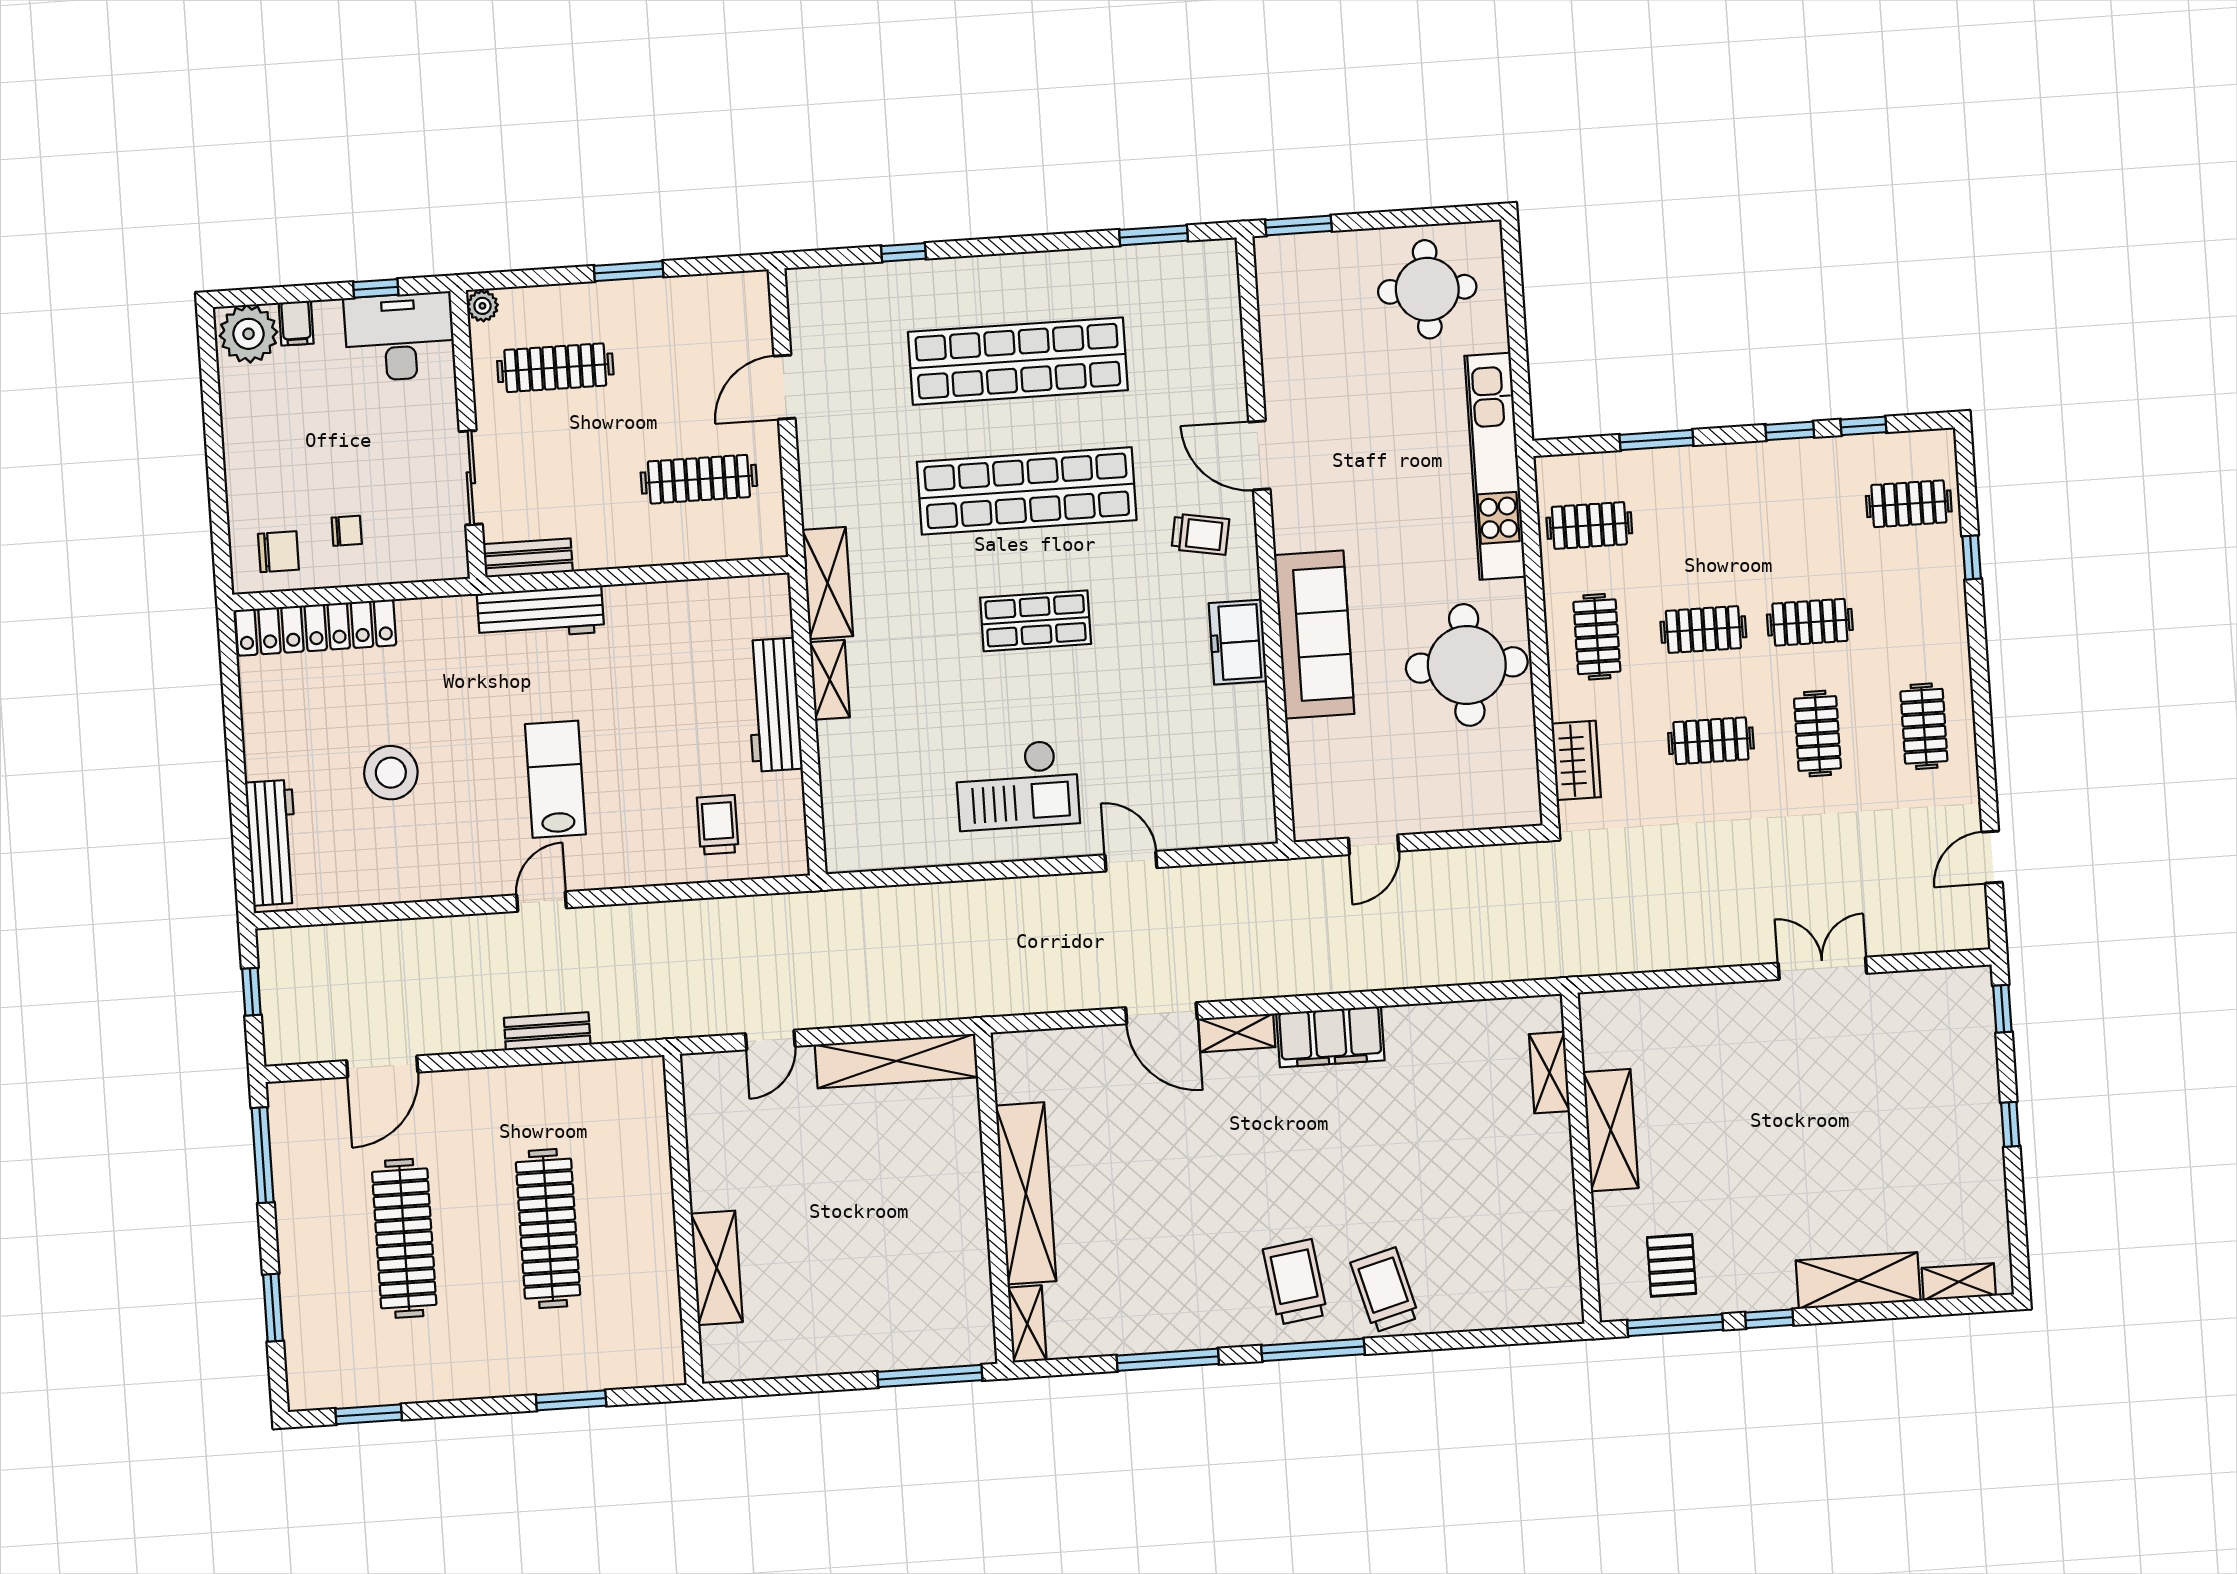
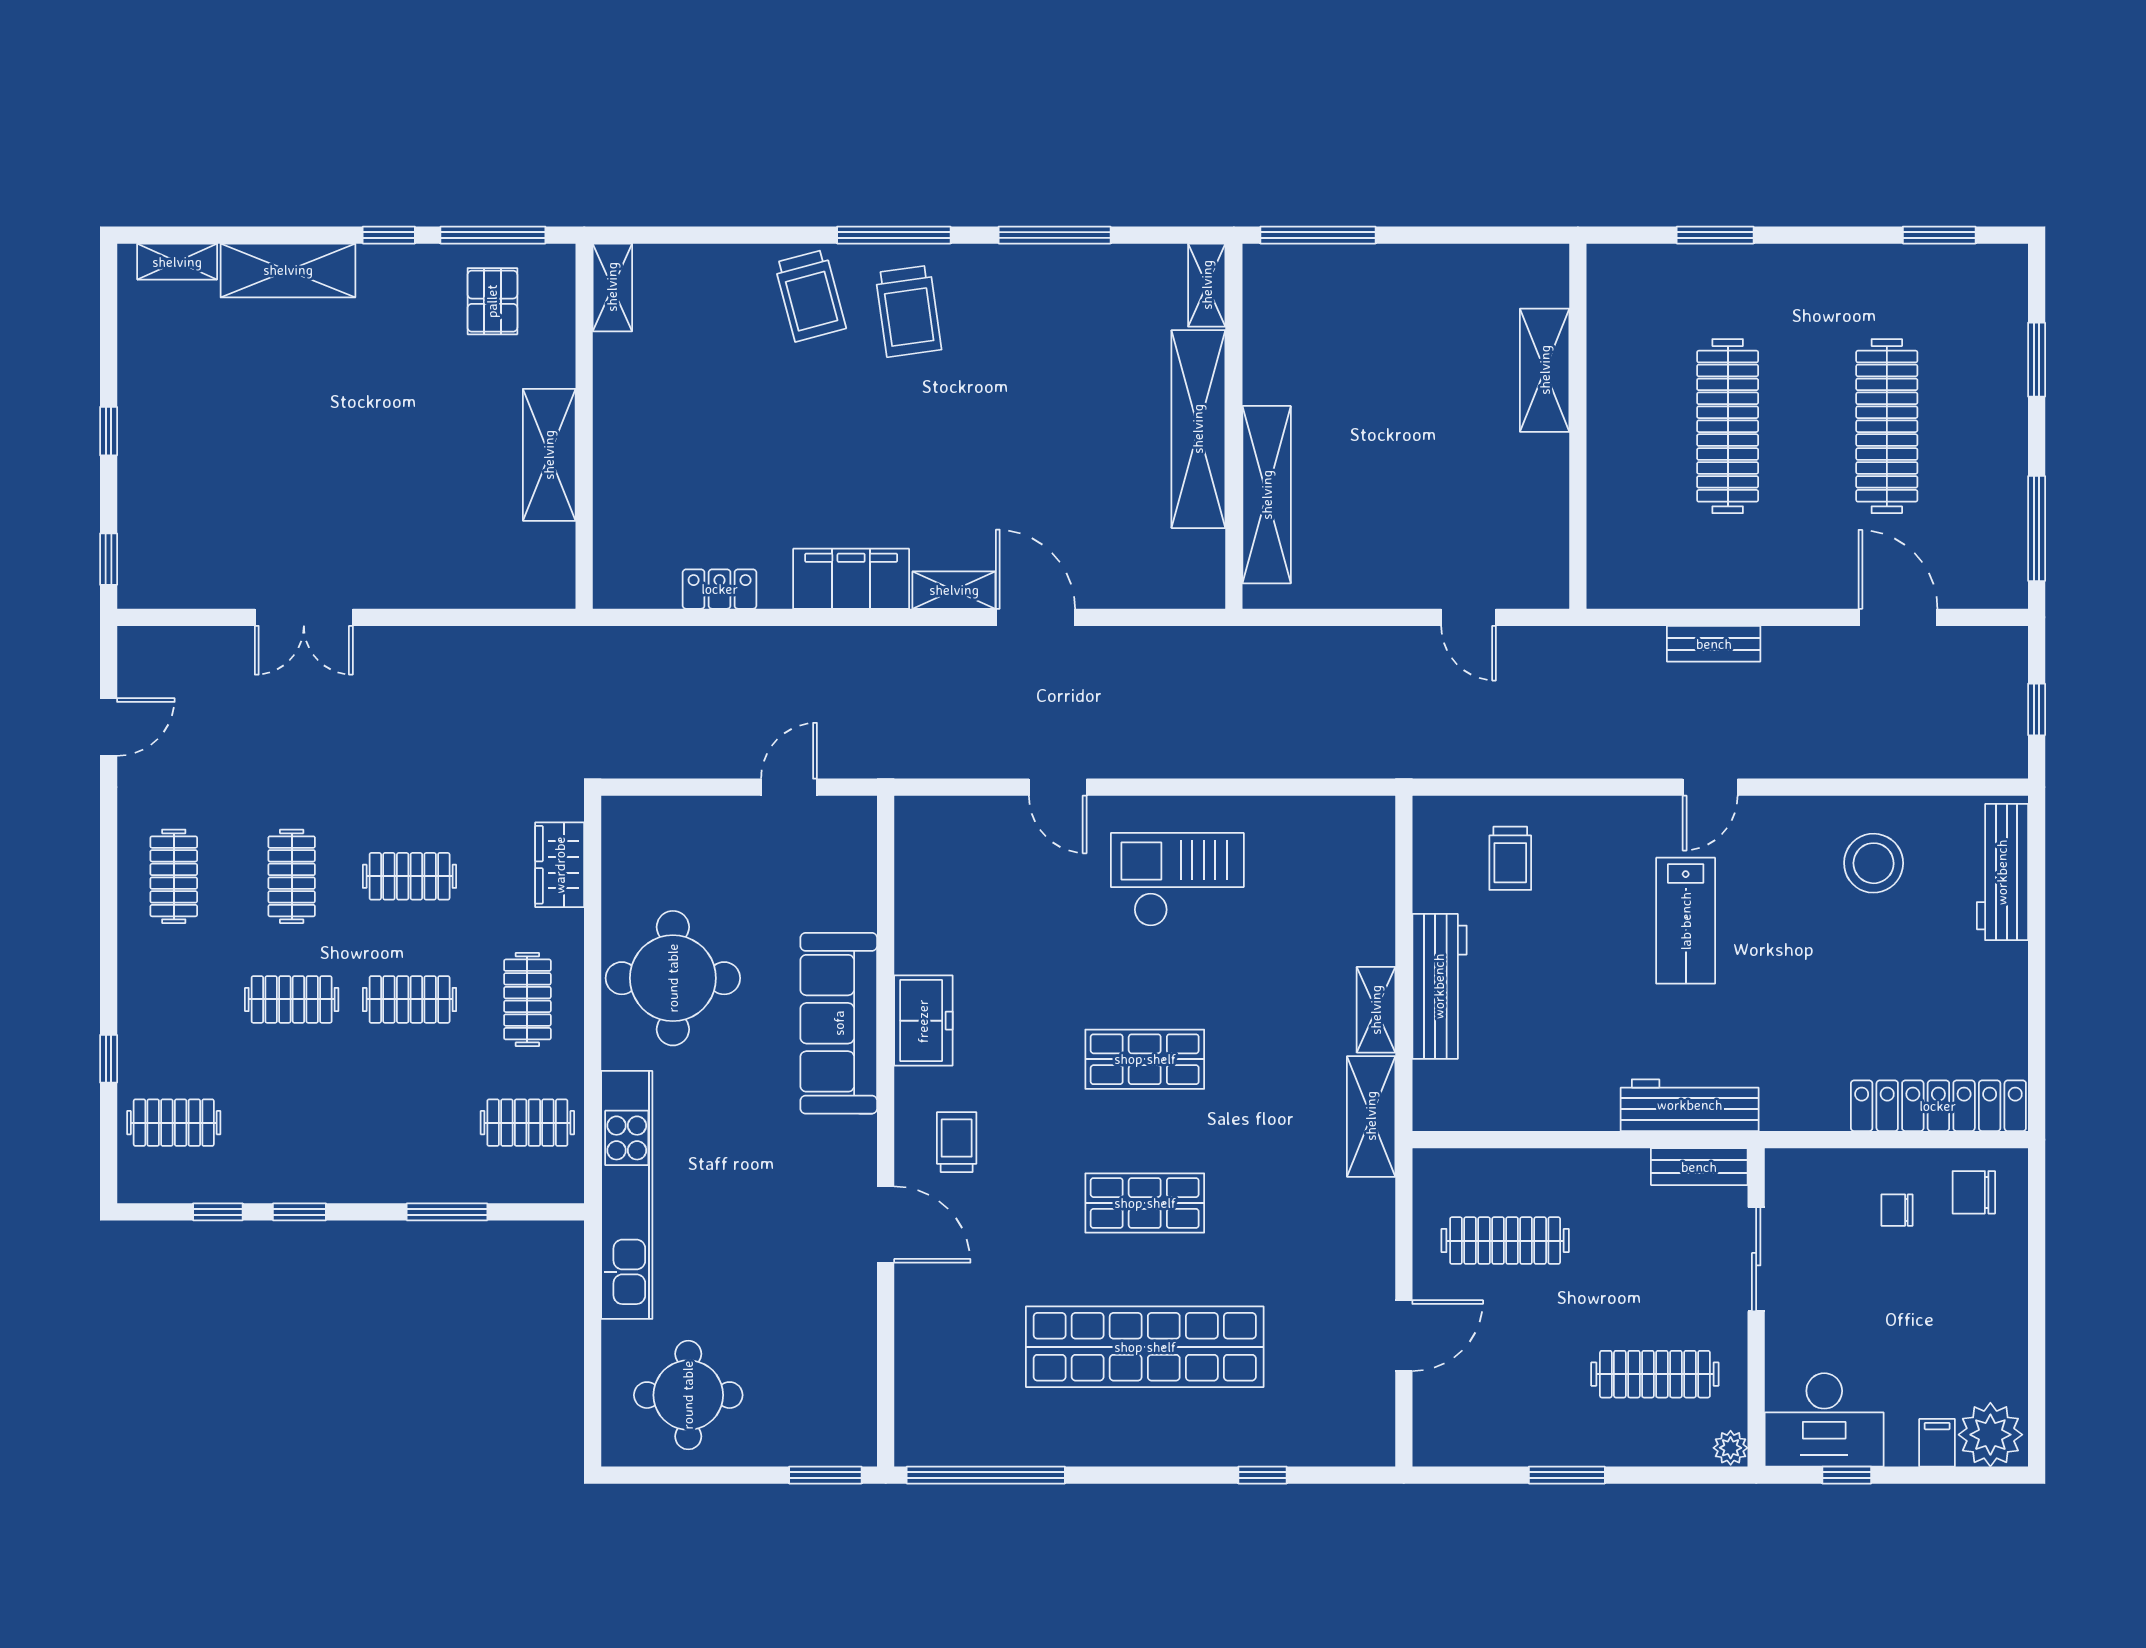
window: (1153, 235) -> (986, 1475), width x2.11
shop shelf: (1027, 491) -> (1145, 1203), width x0.50, depth x0.74
trolley: (1200, 534) -> (957, 1142), turned 80
stool: (391, 773) -> (1874, 863), moved
locker: (1449, 1019) -> (720, 589), added
door: (770, 1040) -> (1469, 617), swing flipped
shelving: (896, 1061) -> (1267, 495), moved, turned 90
door: (382, 1066) -> (1898, 617), hinge flipped
shelving: (1549, 1073) -> (612, 287), moved

